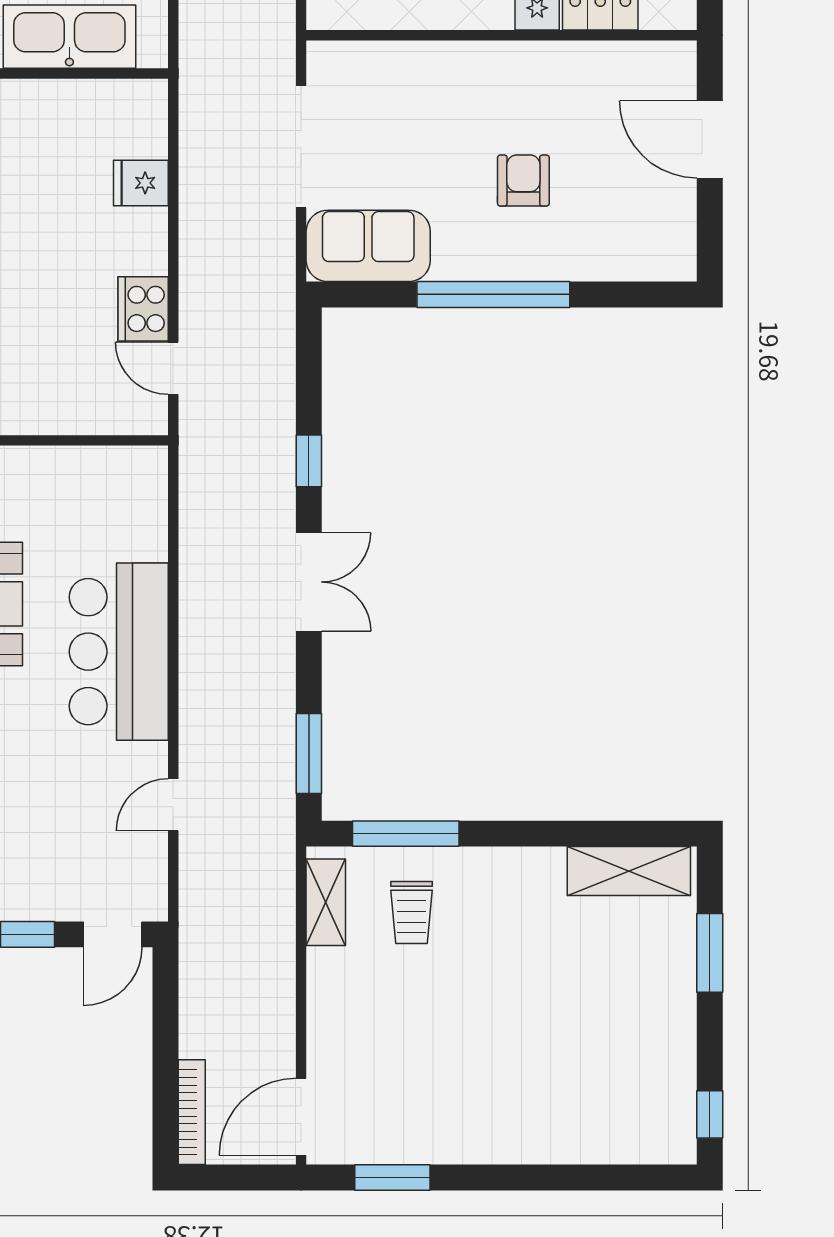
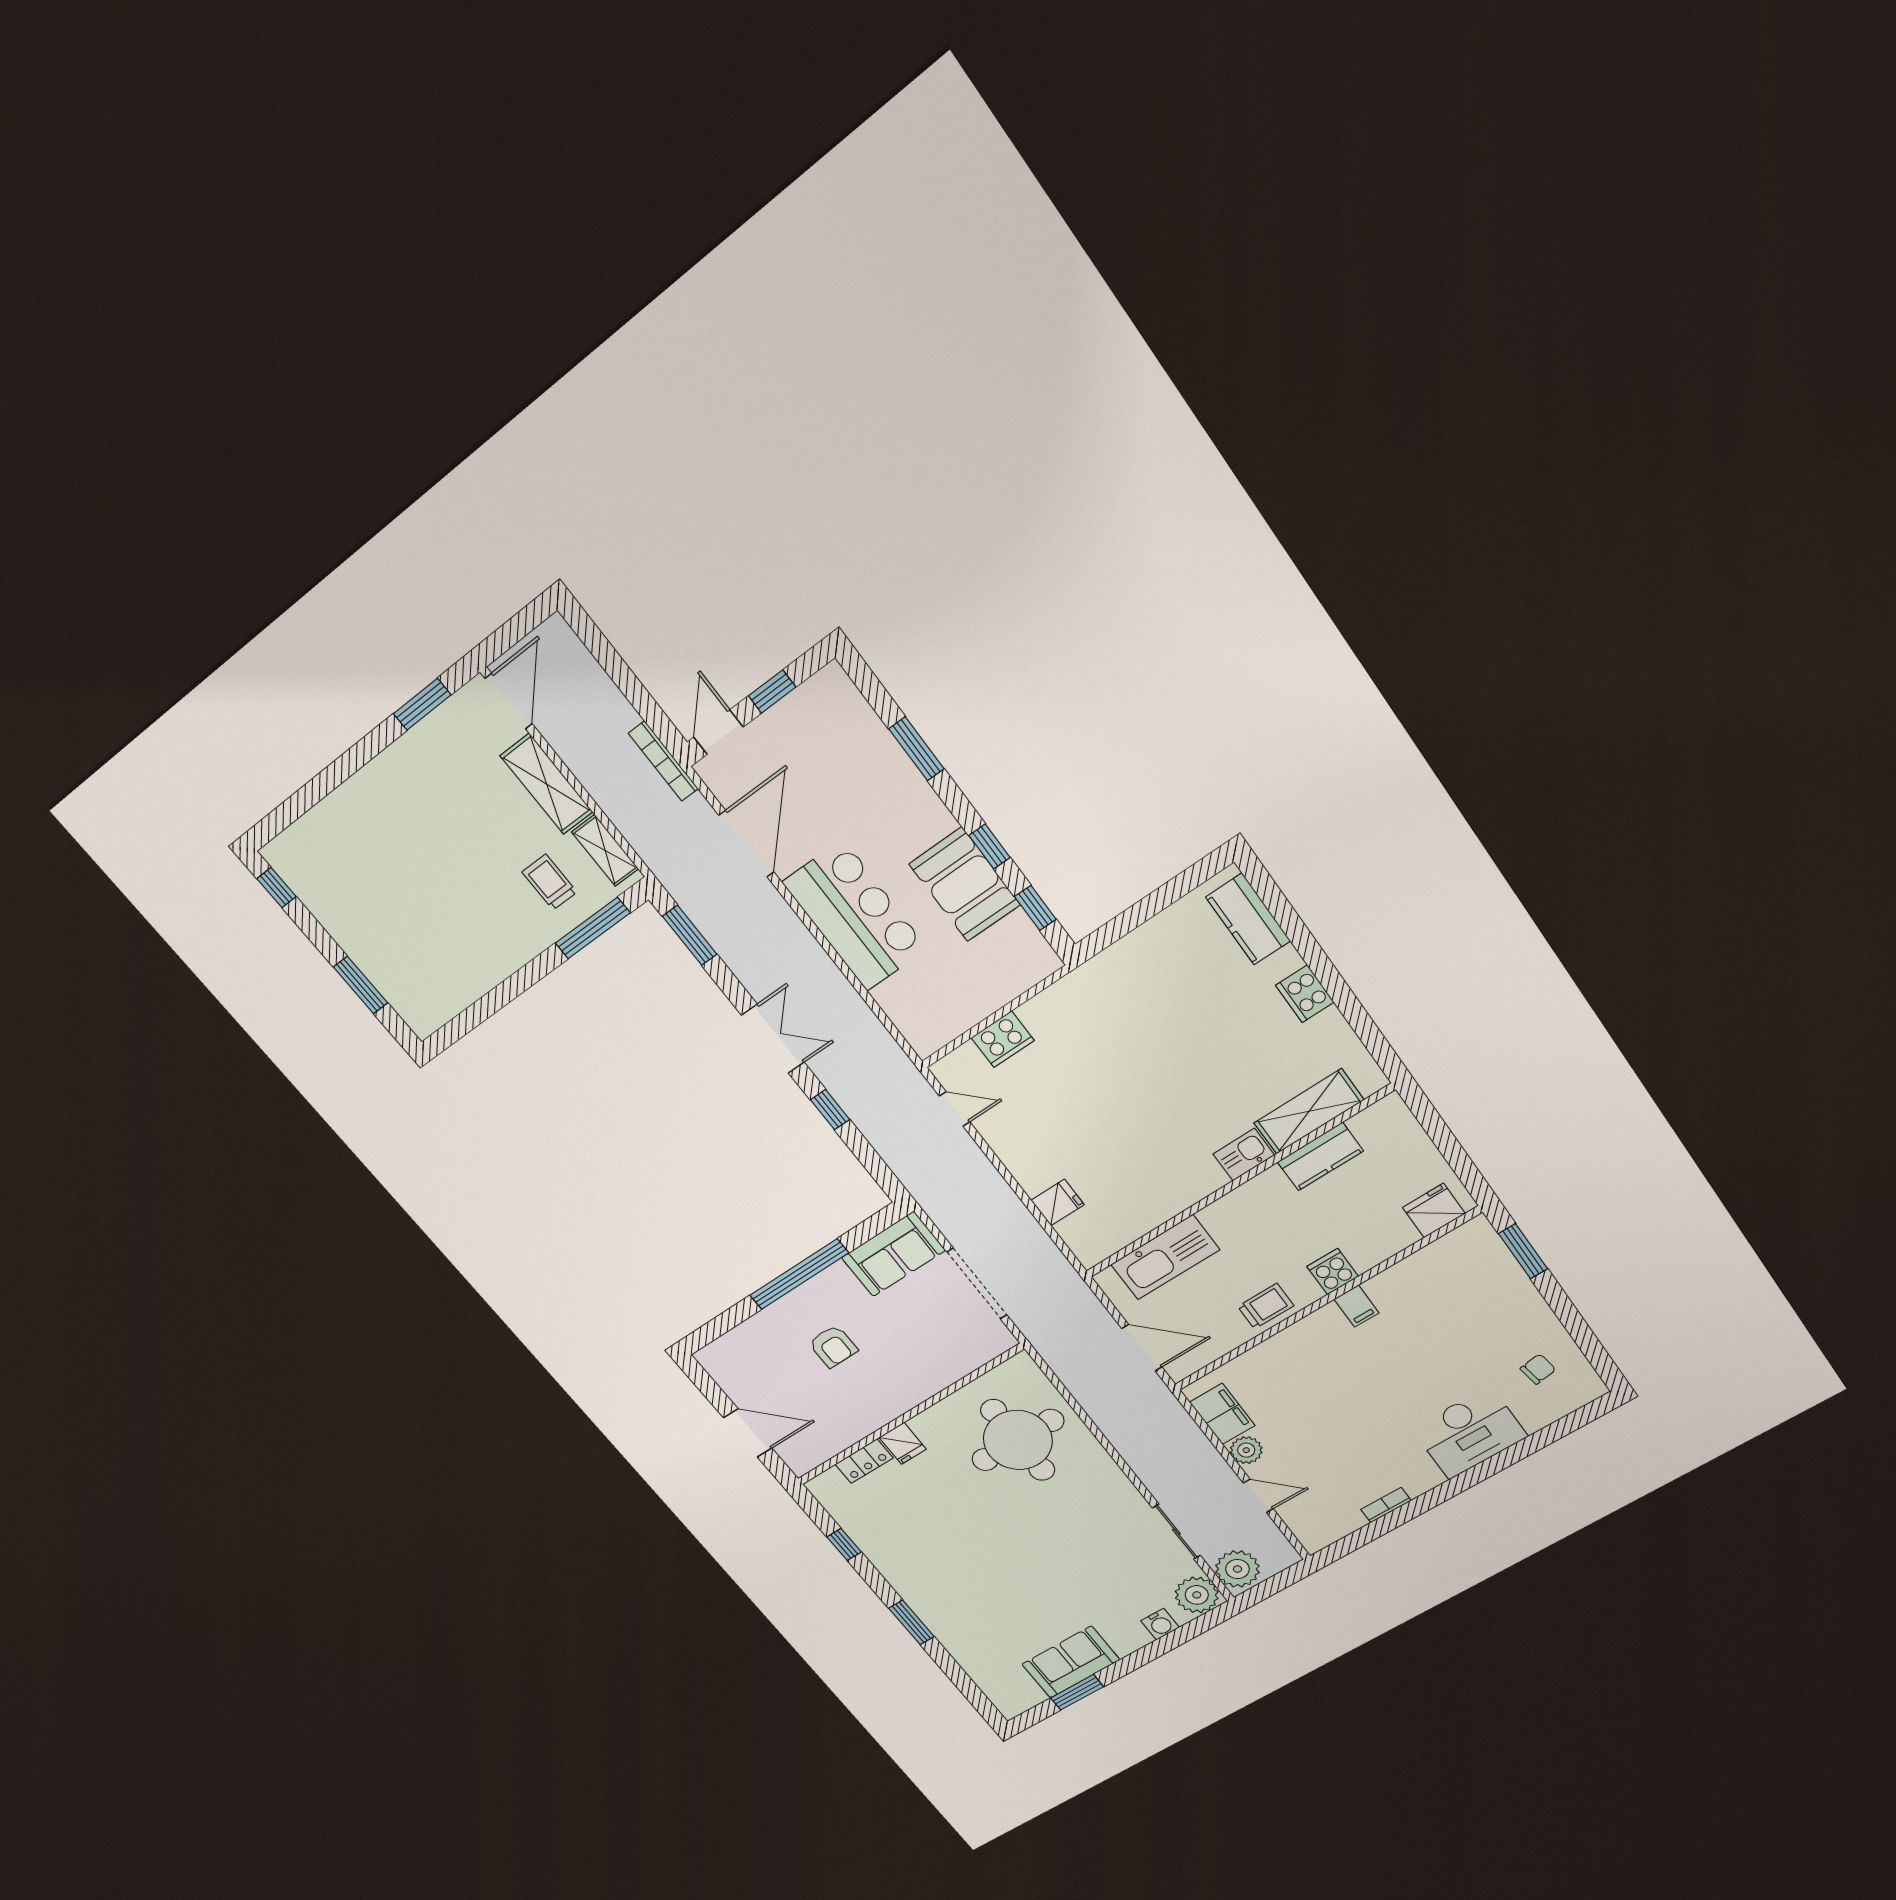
cooker: (143, 309) -> (1003, 1039), moved, turned 90
double door: (309, 582) -> (773, 1039), swing flipped
door: (173, 805) -> (746, 844), width x1.87
shelving: (629, 871) -> (547, 784), moved, turned 90
bookcase: (192, 1112) -> (663, 761), moved

